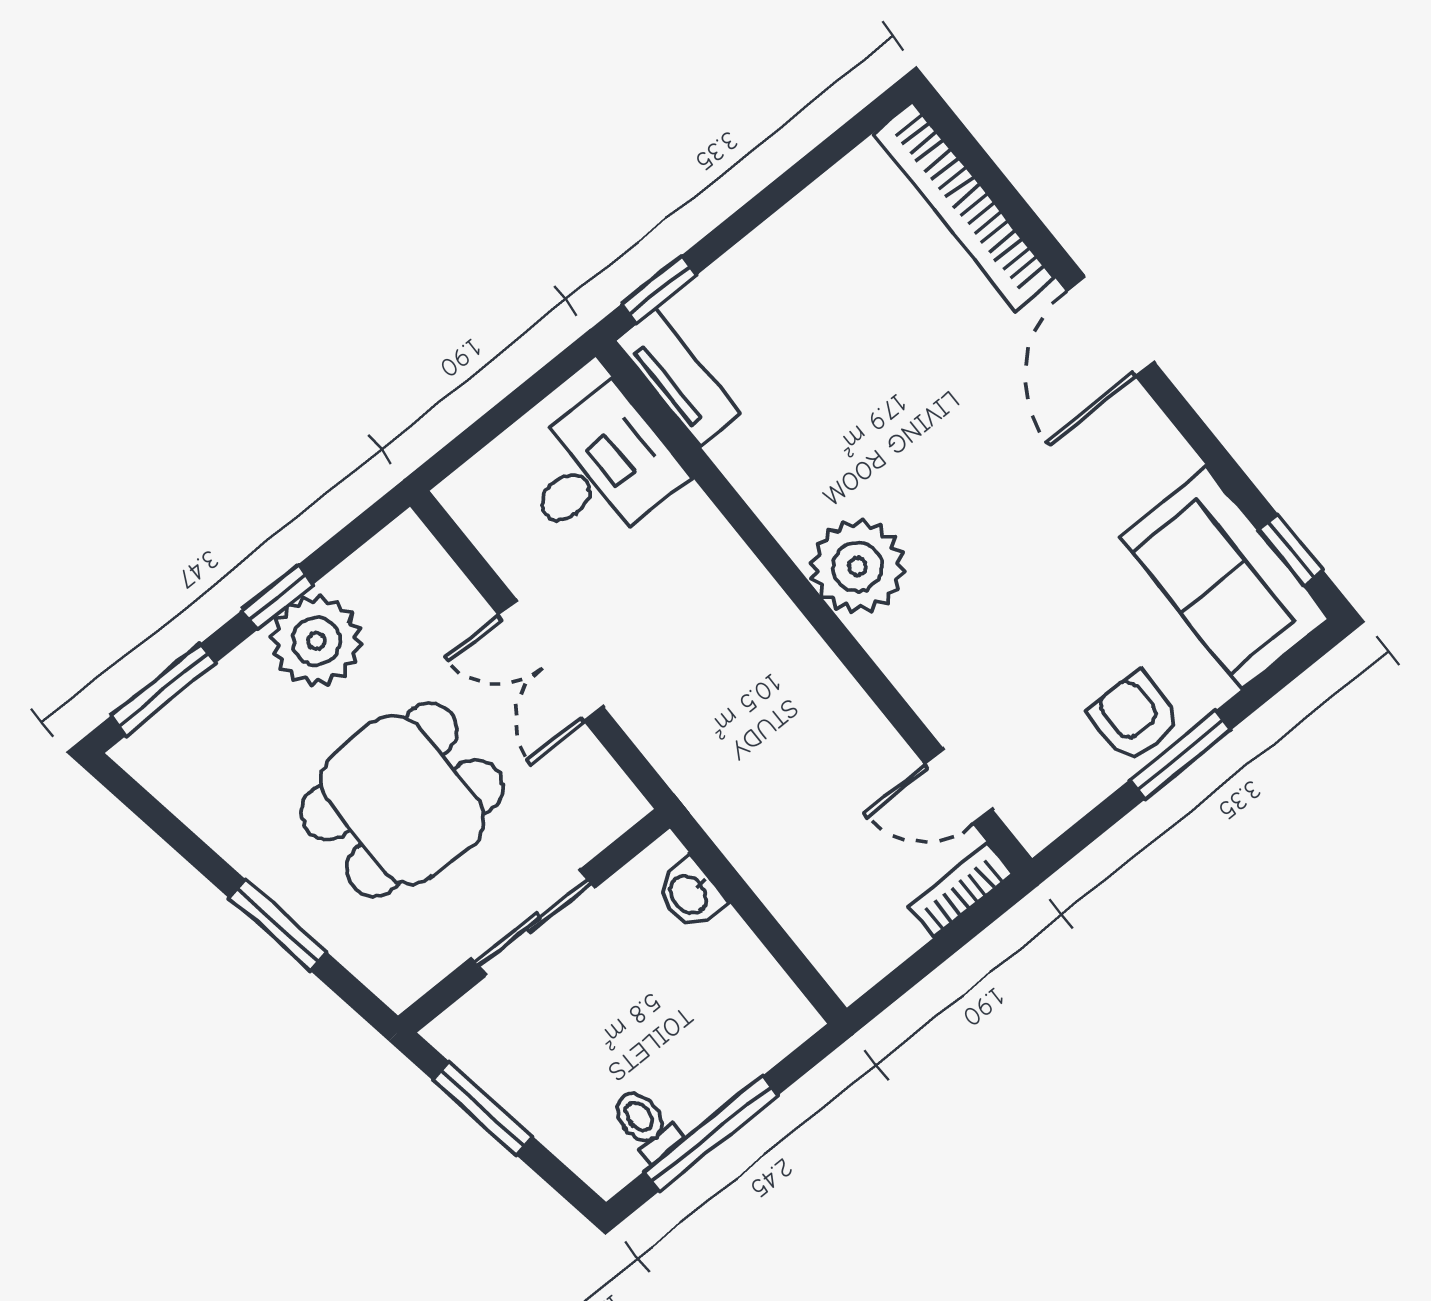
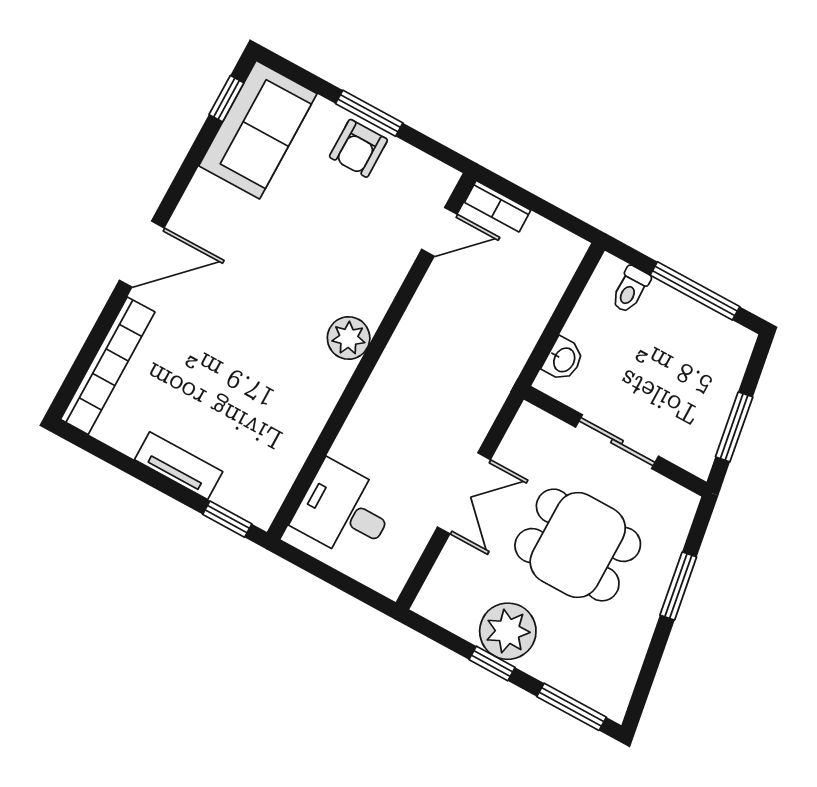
tv unit: (678, 378) -> (179, 466), moved, turned 90
plant: (857, 567) -> (349, 338), width x0.73, depth x0.73
door: (958, 787) -> (439, 232), hinge flipped
toilet: (646, 1124) -> (630, 290), moved

